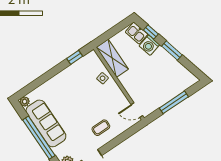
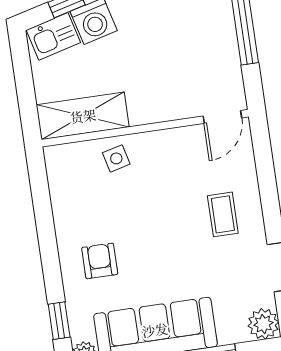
window: (75, 57) -> (59, 321), moved
armchair: (62, 90) -> (100, 261), added

